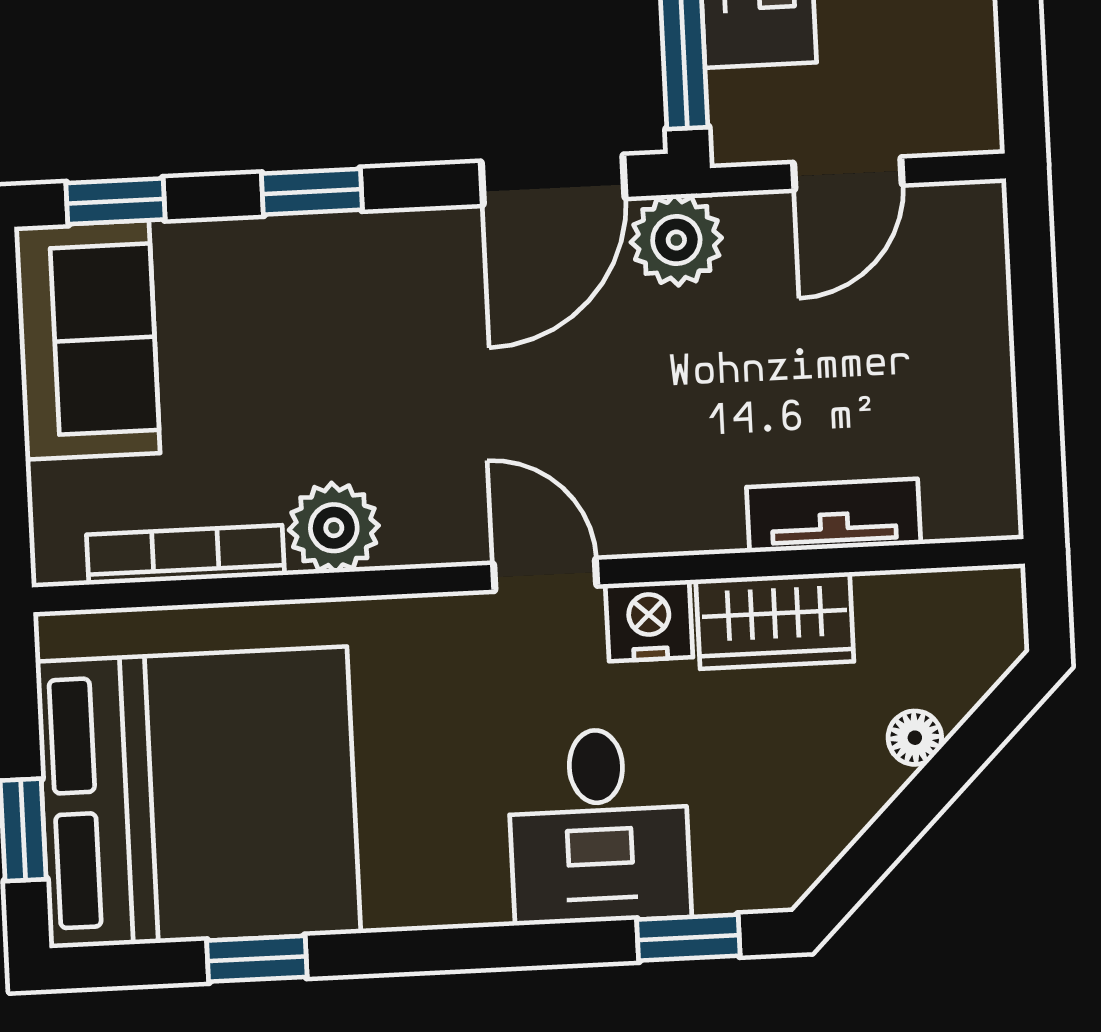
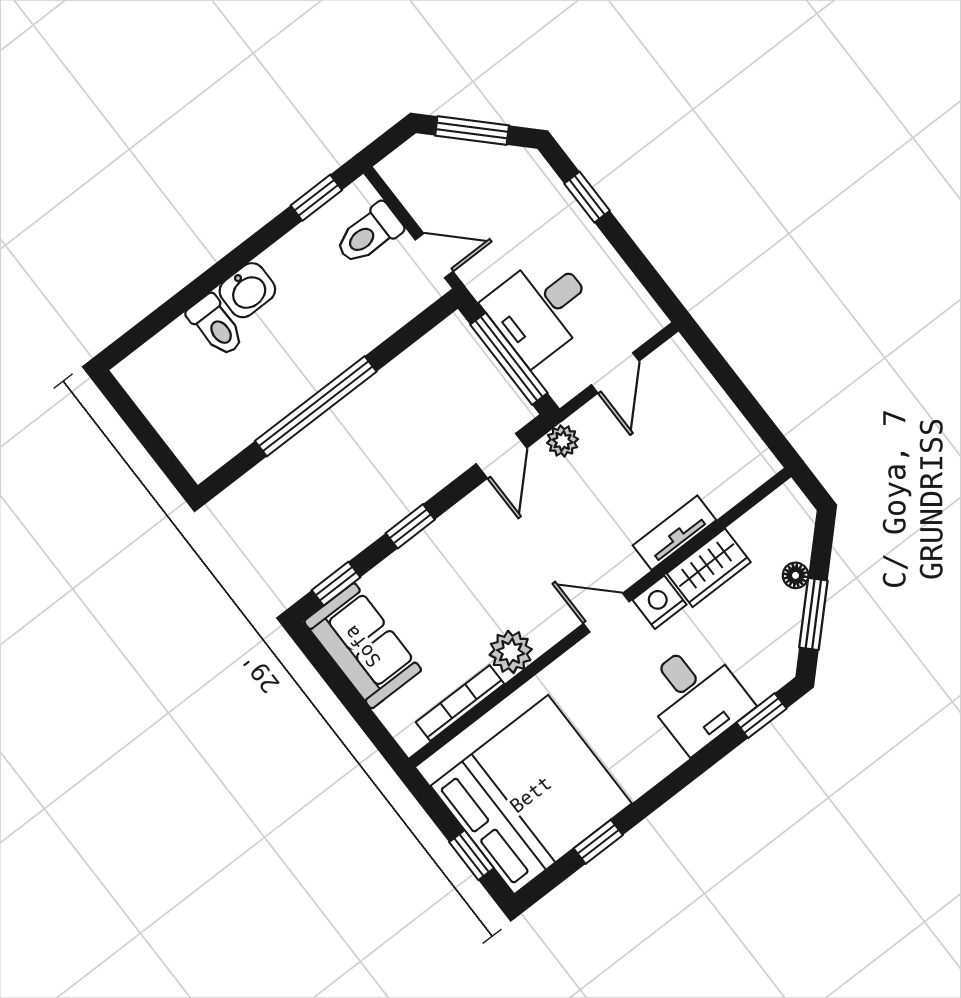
door: (553, 180) -> (502, 456), width x0.73
plant: (676, 240) -> (563, 441), width x0.73, depth x0.73
tv unit: (834, 516) -> (674, 533), moved
window: (899, 825) -> (813, 614), added

